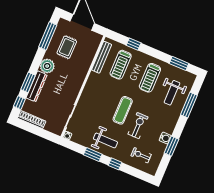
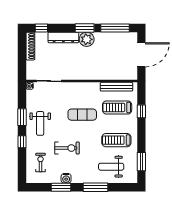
rug: (67, 47) -> (112, 50), removed
window: (28, 82) -> (85, 28), moved
window: (189, 105) -> (96, 187), moved
exercise mat: (123, 110) -> (82, 115), moved

